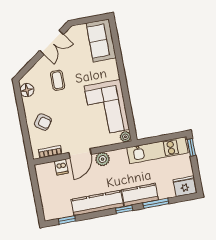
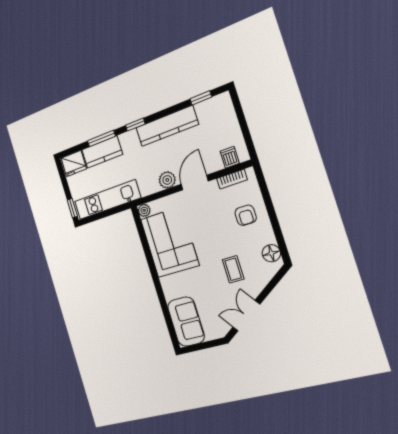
armchair: (43, 122) -> (246, 215), turned -125
dishwasher: (61, 167) -> (230, 157), moved
kitchen counter: (140, 195) -> (102, 152), moved

